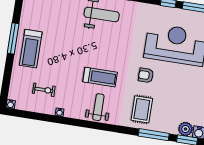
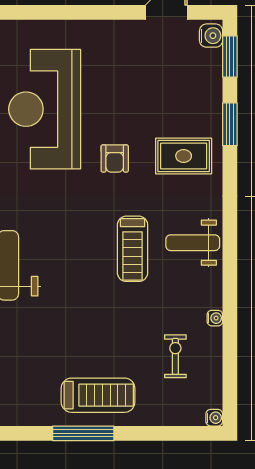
treadmill: (100, 77) -> (133, 249), turned 180
plant: (185, 129) -> (209, 63), removed
window: (154, 135) -> (230, 124), width x0.69

